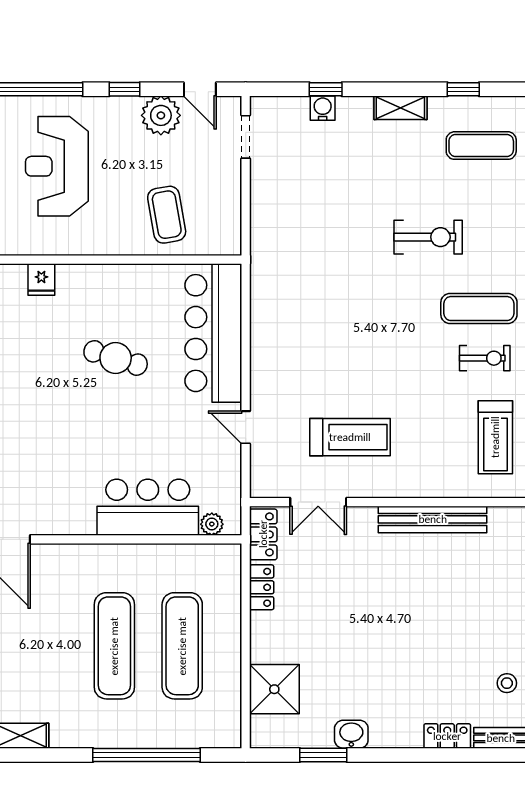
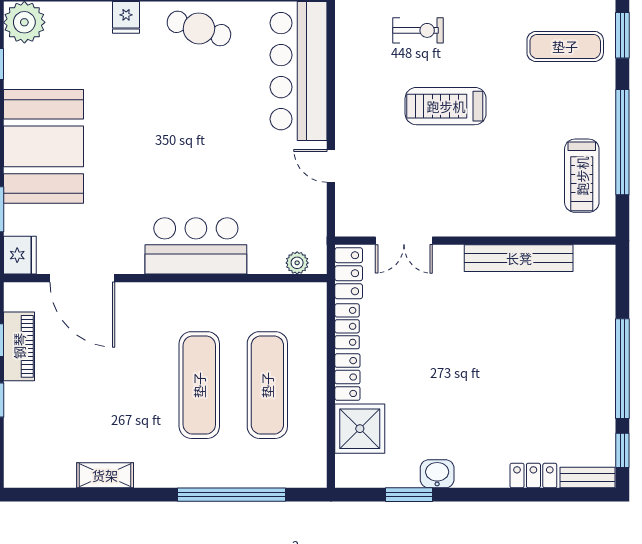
cafe table: (116, 358) -> (199, 28), moved
exercise bike: (485, 358) -> (418, 30), moved
treadmill: (350, 437) -> (446, 106), moved, turned 180
bar counter: (148, 507) -> (196, 246), moved
locker: (262, 638) -> (347, 377), added
stool: (507, 683) -> (593, 423), removed

